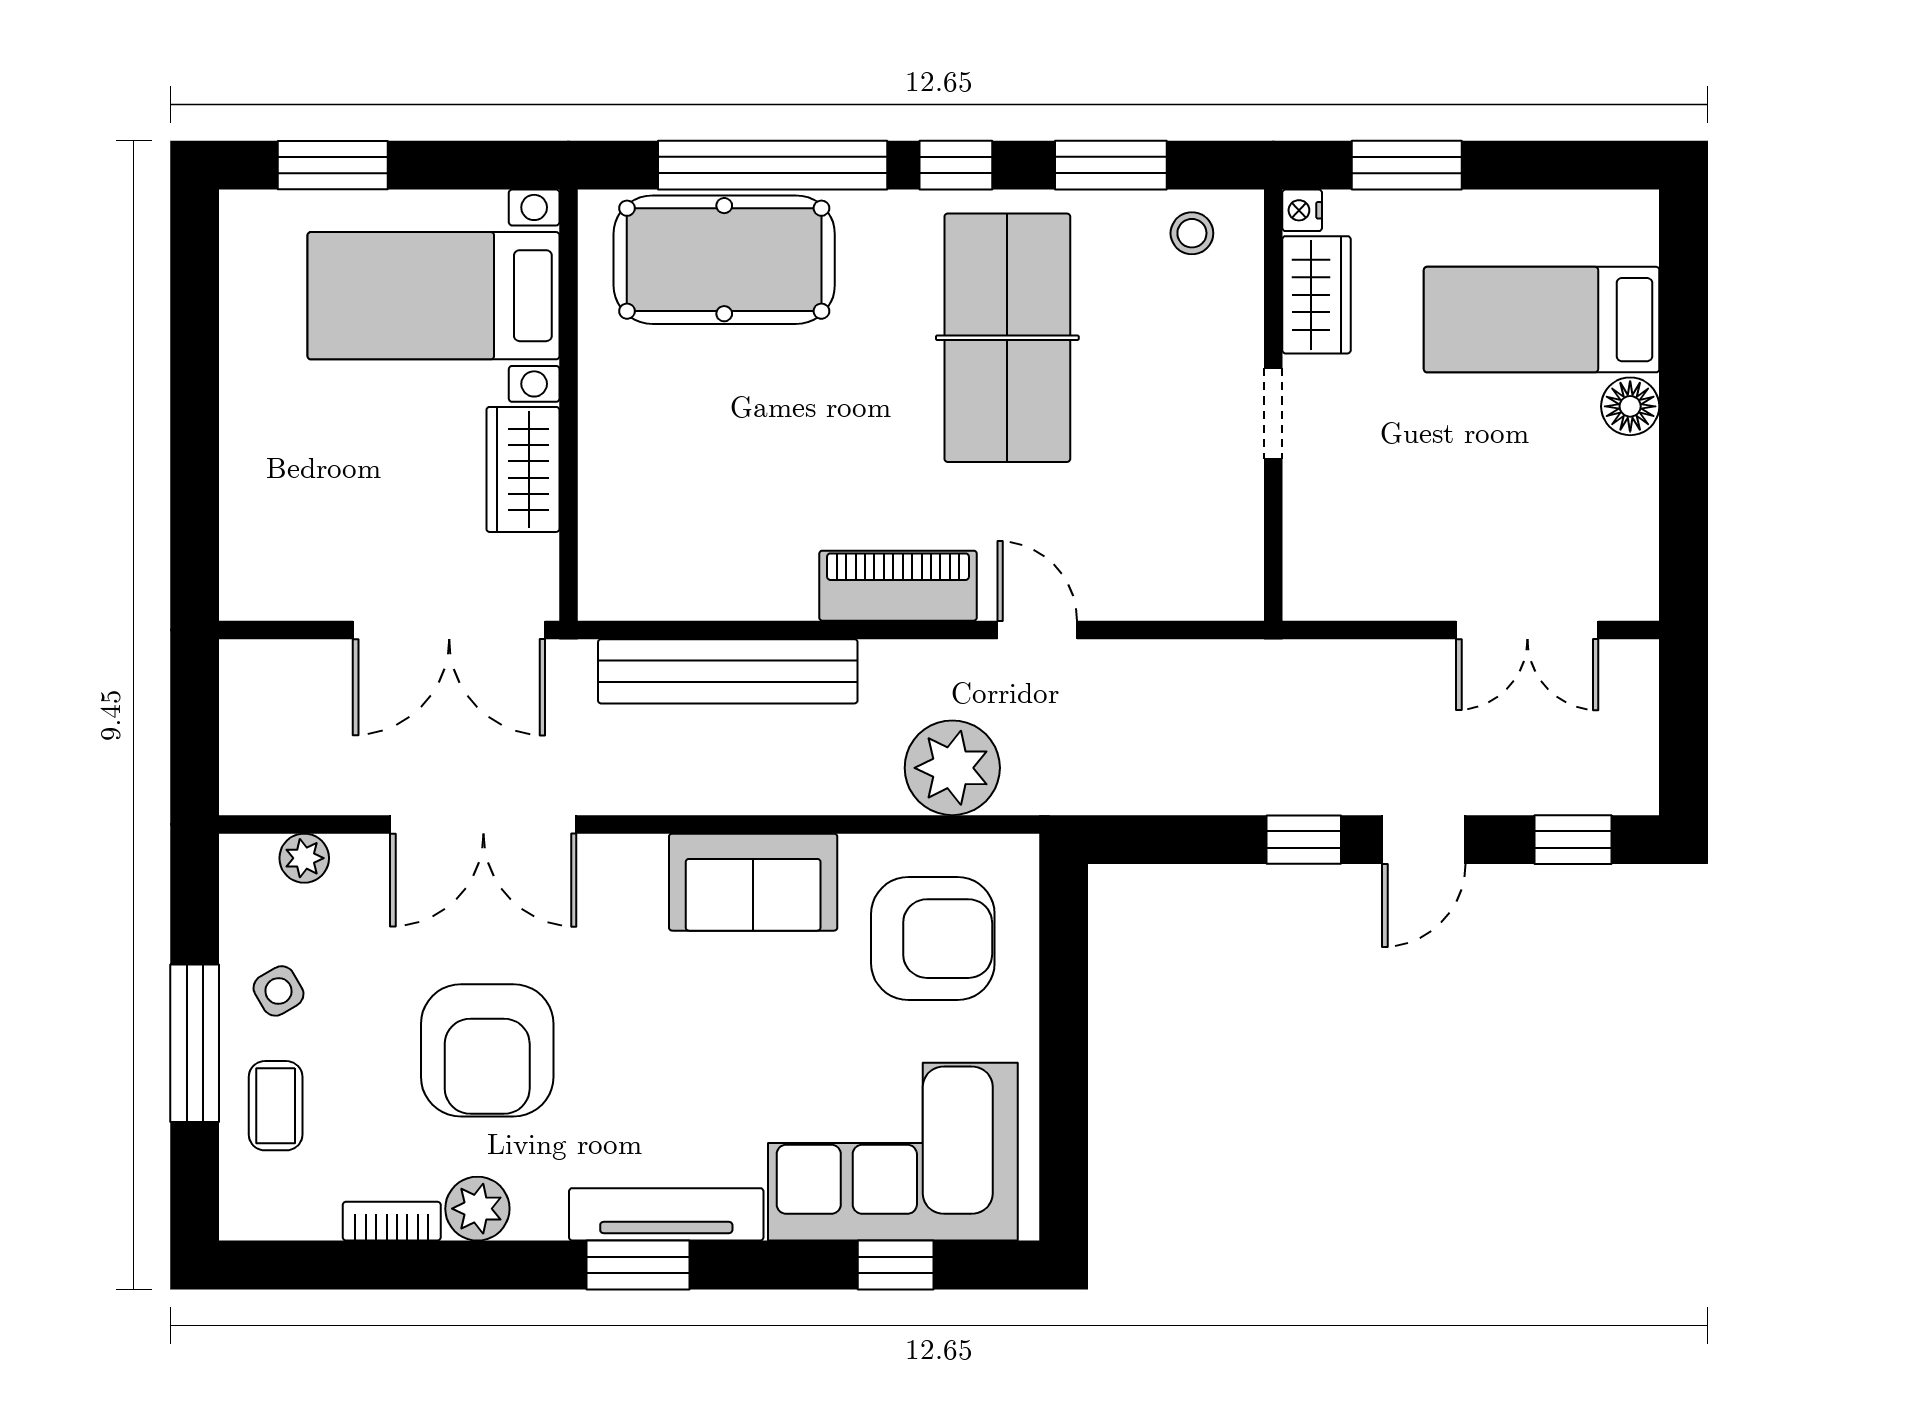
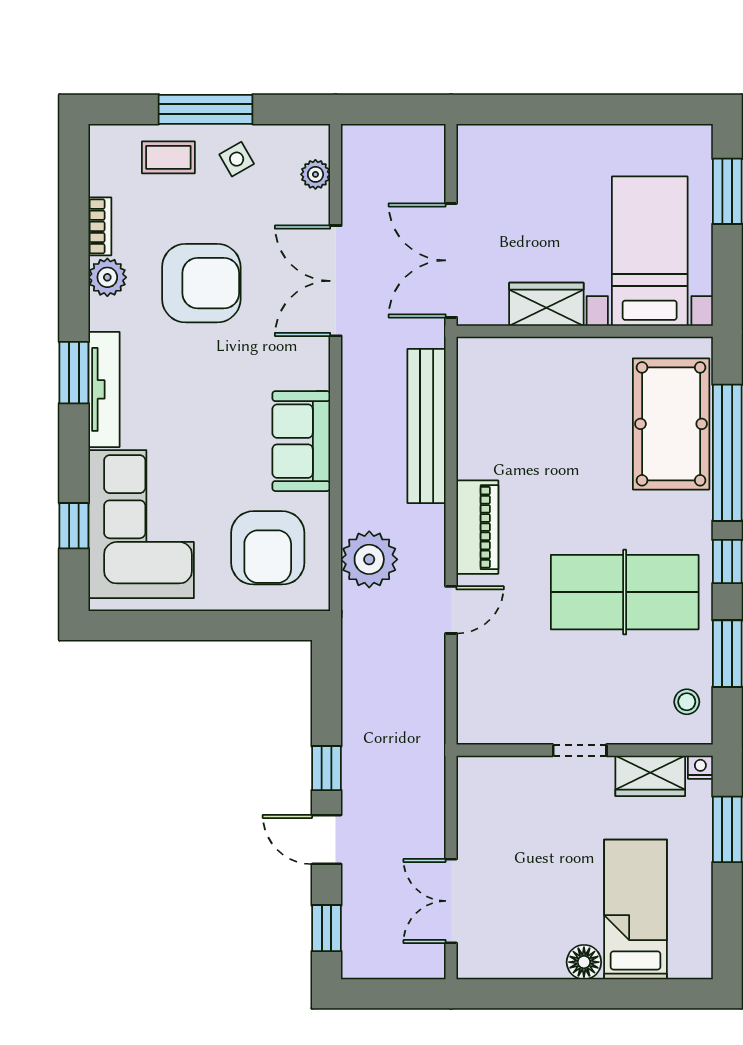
armchair: (487, 1050) -> (201, 283), turned 180

